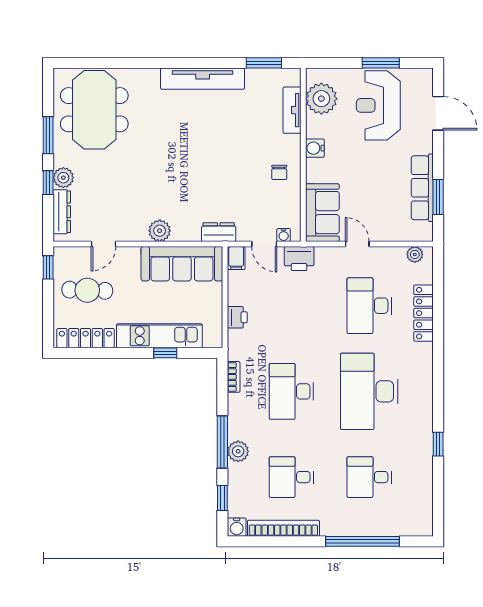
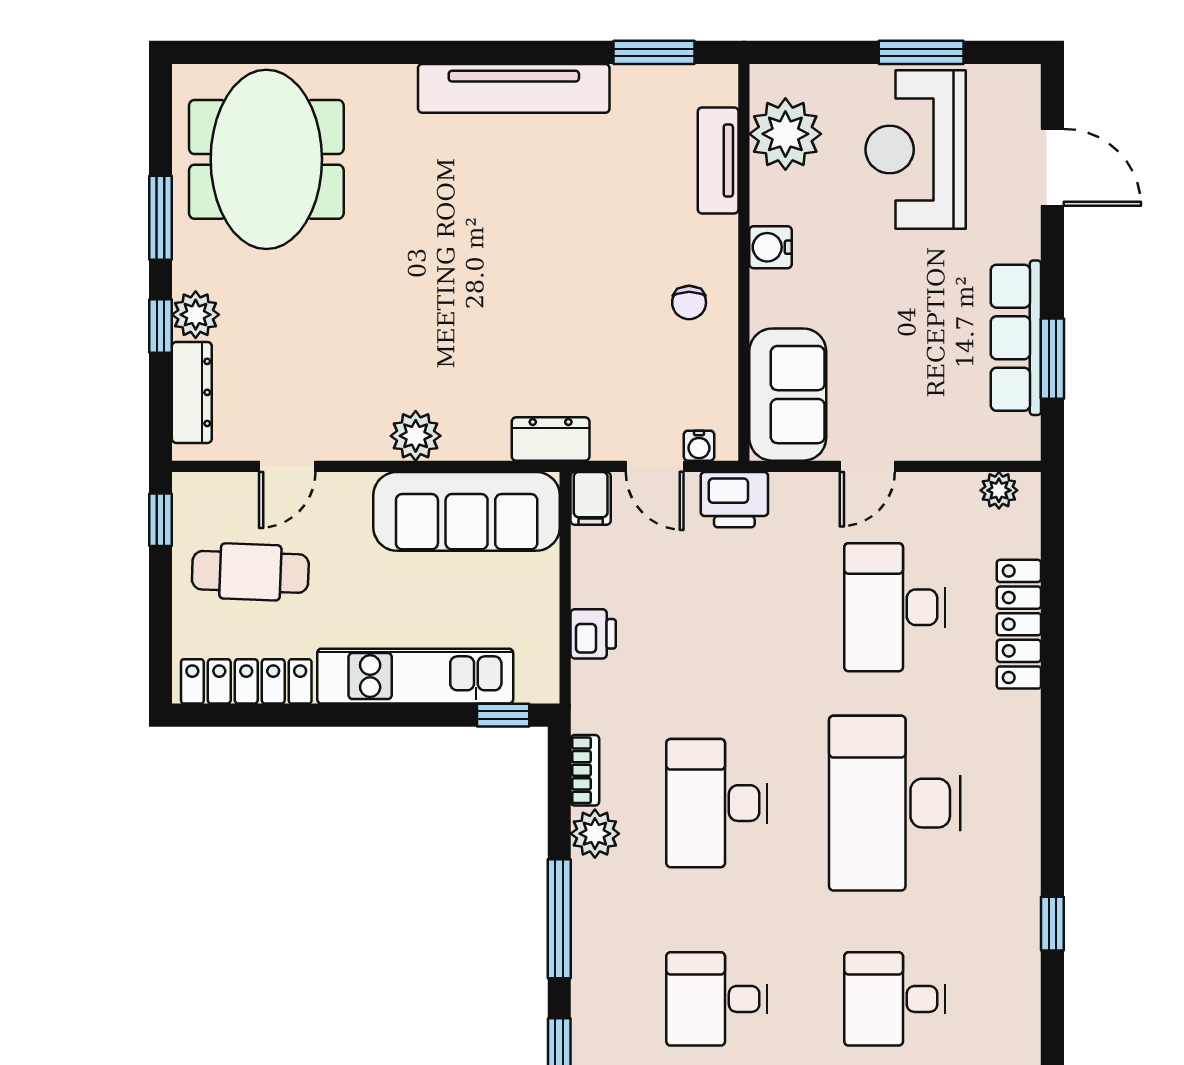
door: (357, 244) -> (867, 466), swing flipped
window: (165, 353) -> (503, 715), moved
plant: (238, 451) -> (595, 834), moved

